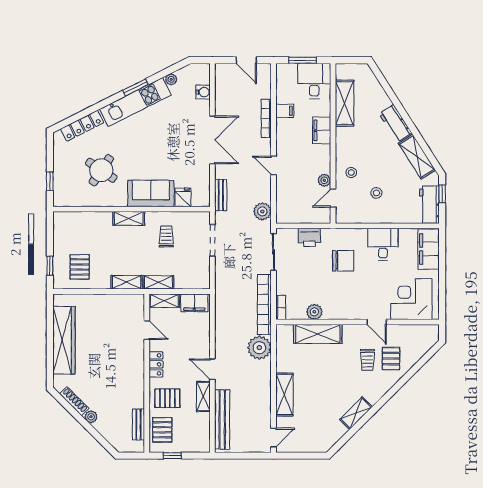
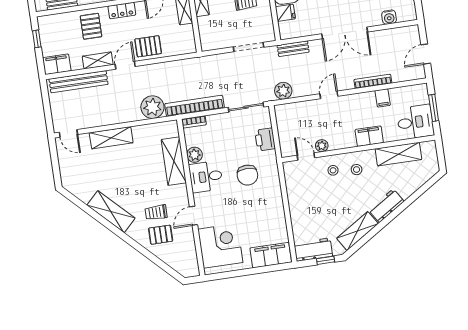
stool: (376, 193) -> (357, 170), moved
desk: (383, 244) -> (206, 177), moved, turned 180
filing cabinet: (194, 303) -> (57, 64), moved, turned 90
shelving: (356, 413) -> (111, 212), width x1.50, depth x1.33
pallet: (162, 430) -> (148, 46), moved

